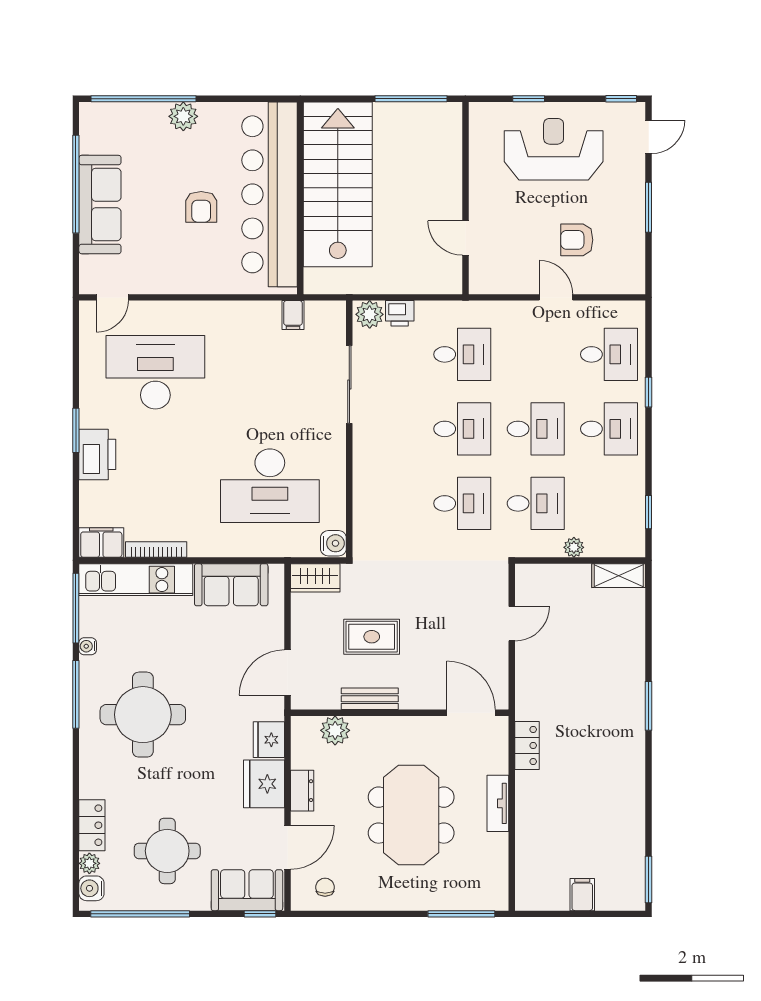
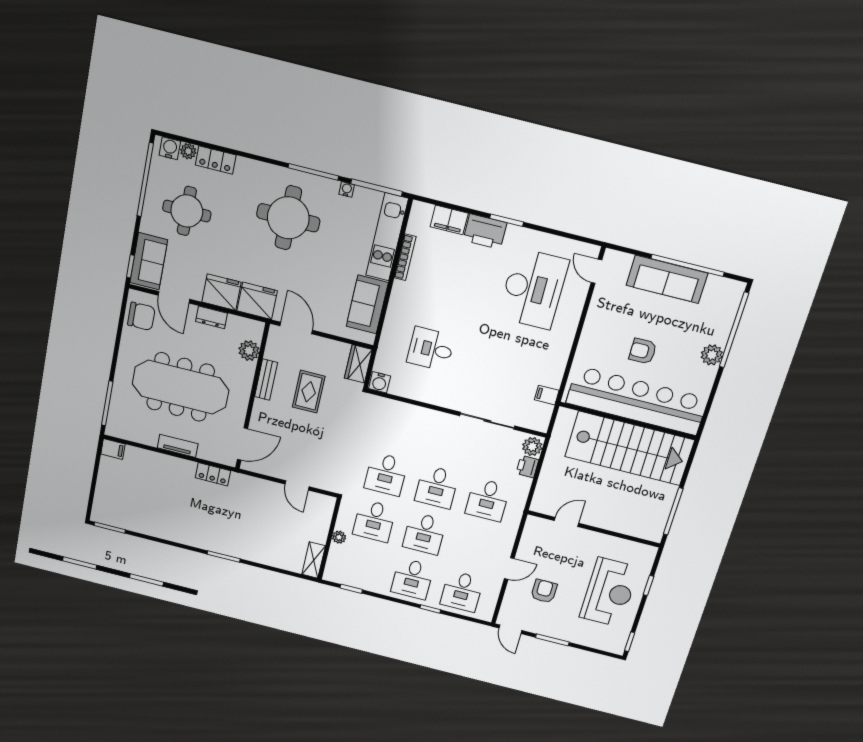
door: (649, 137) -> (510, 629), moved
desk: (270, 486) -> (431, 349), width x0.53, depth x0.77
filing cabinet: (101, 543) -> (449, 220), moved, turned 90
fridge: (269, 740) -> (257, 301), width x1.36, depth x1.34
meeting table: (411, 815) -> (180, 387), width x1.36
chair: (325, 887) -> (141, 316), width x1.87, depth x1.87
filing cabinet: (582, 895) -> (113, 449), moved

